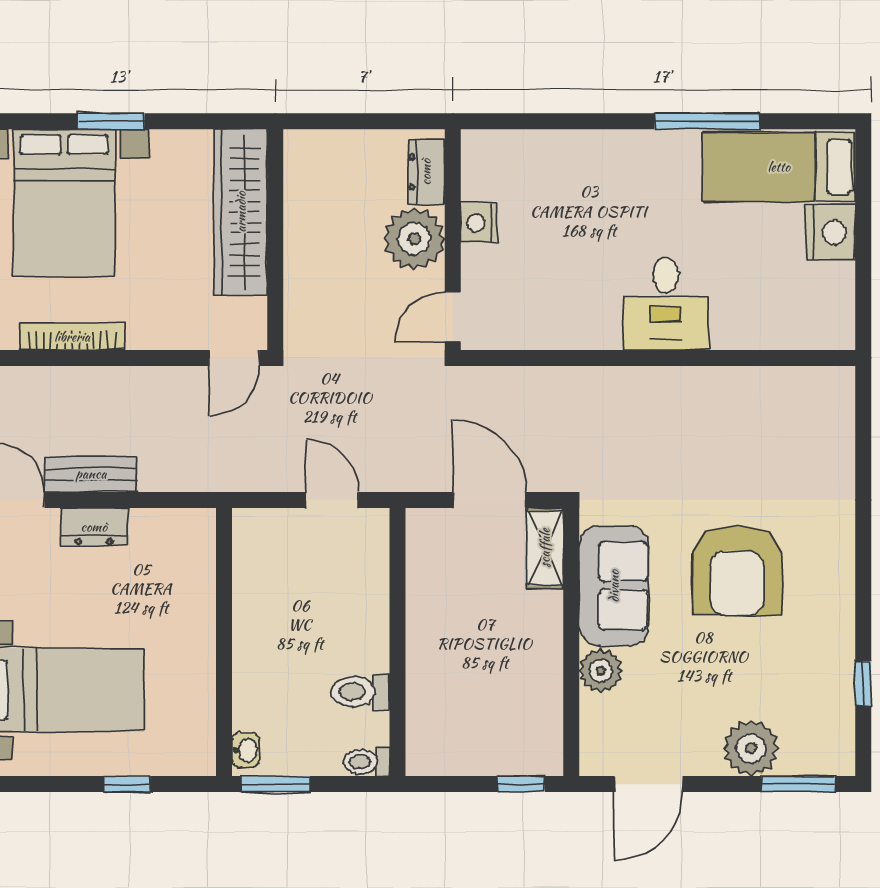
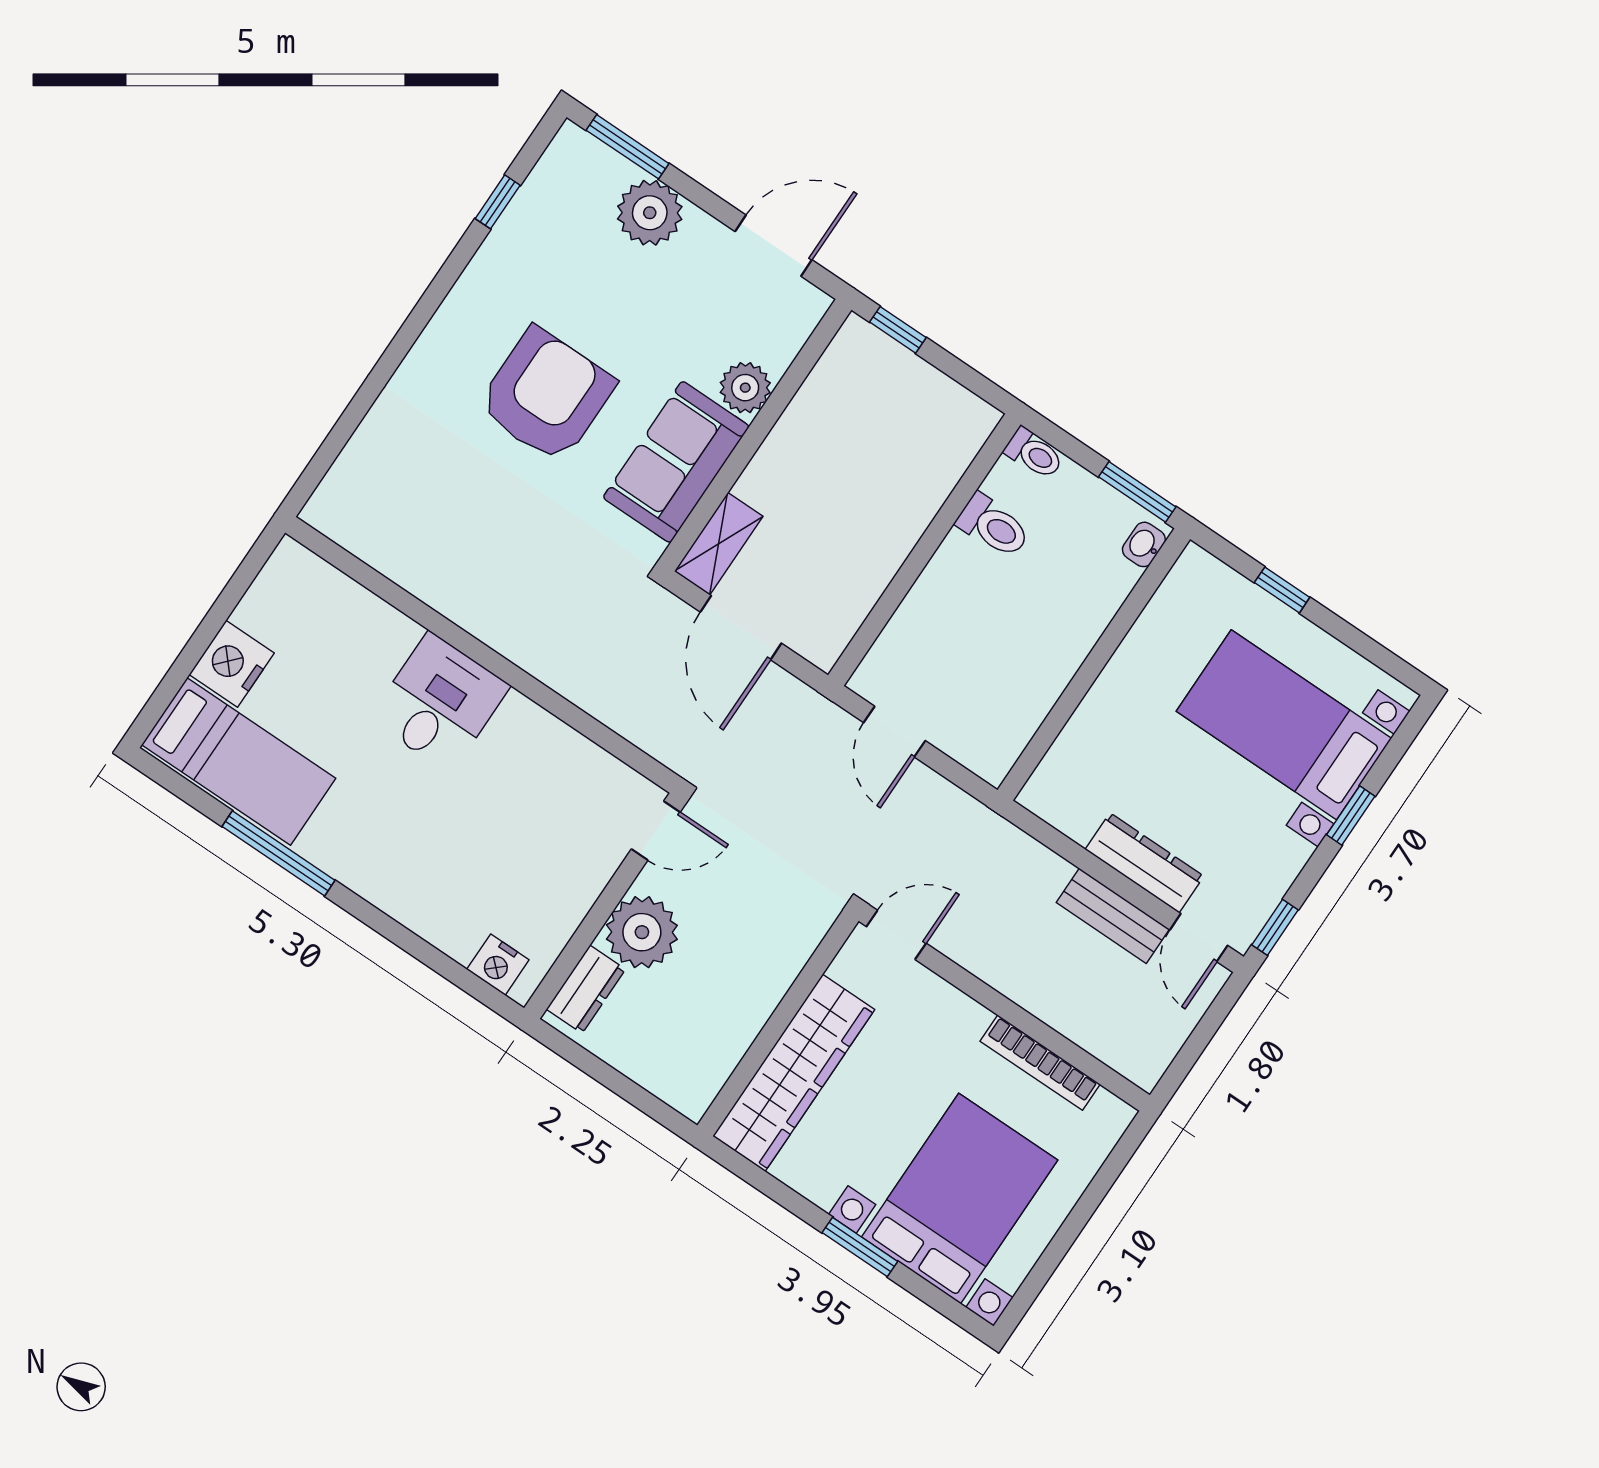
nightstand: (479, 223) -> (498, 965), moved, turned 90
dresser: (94, 527) -> (1144, 863), width x1.44

